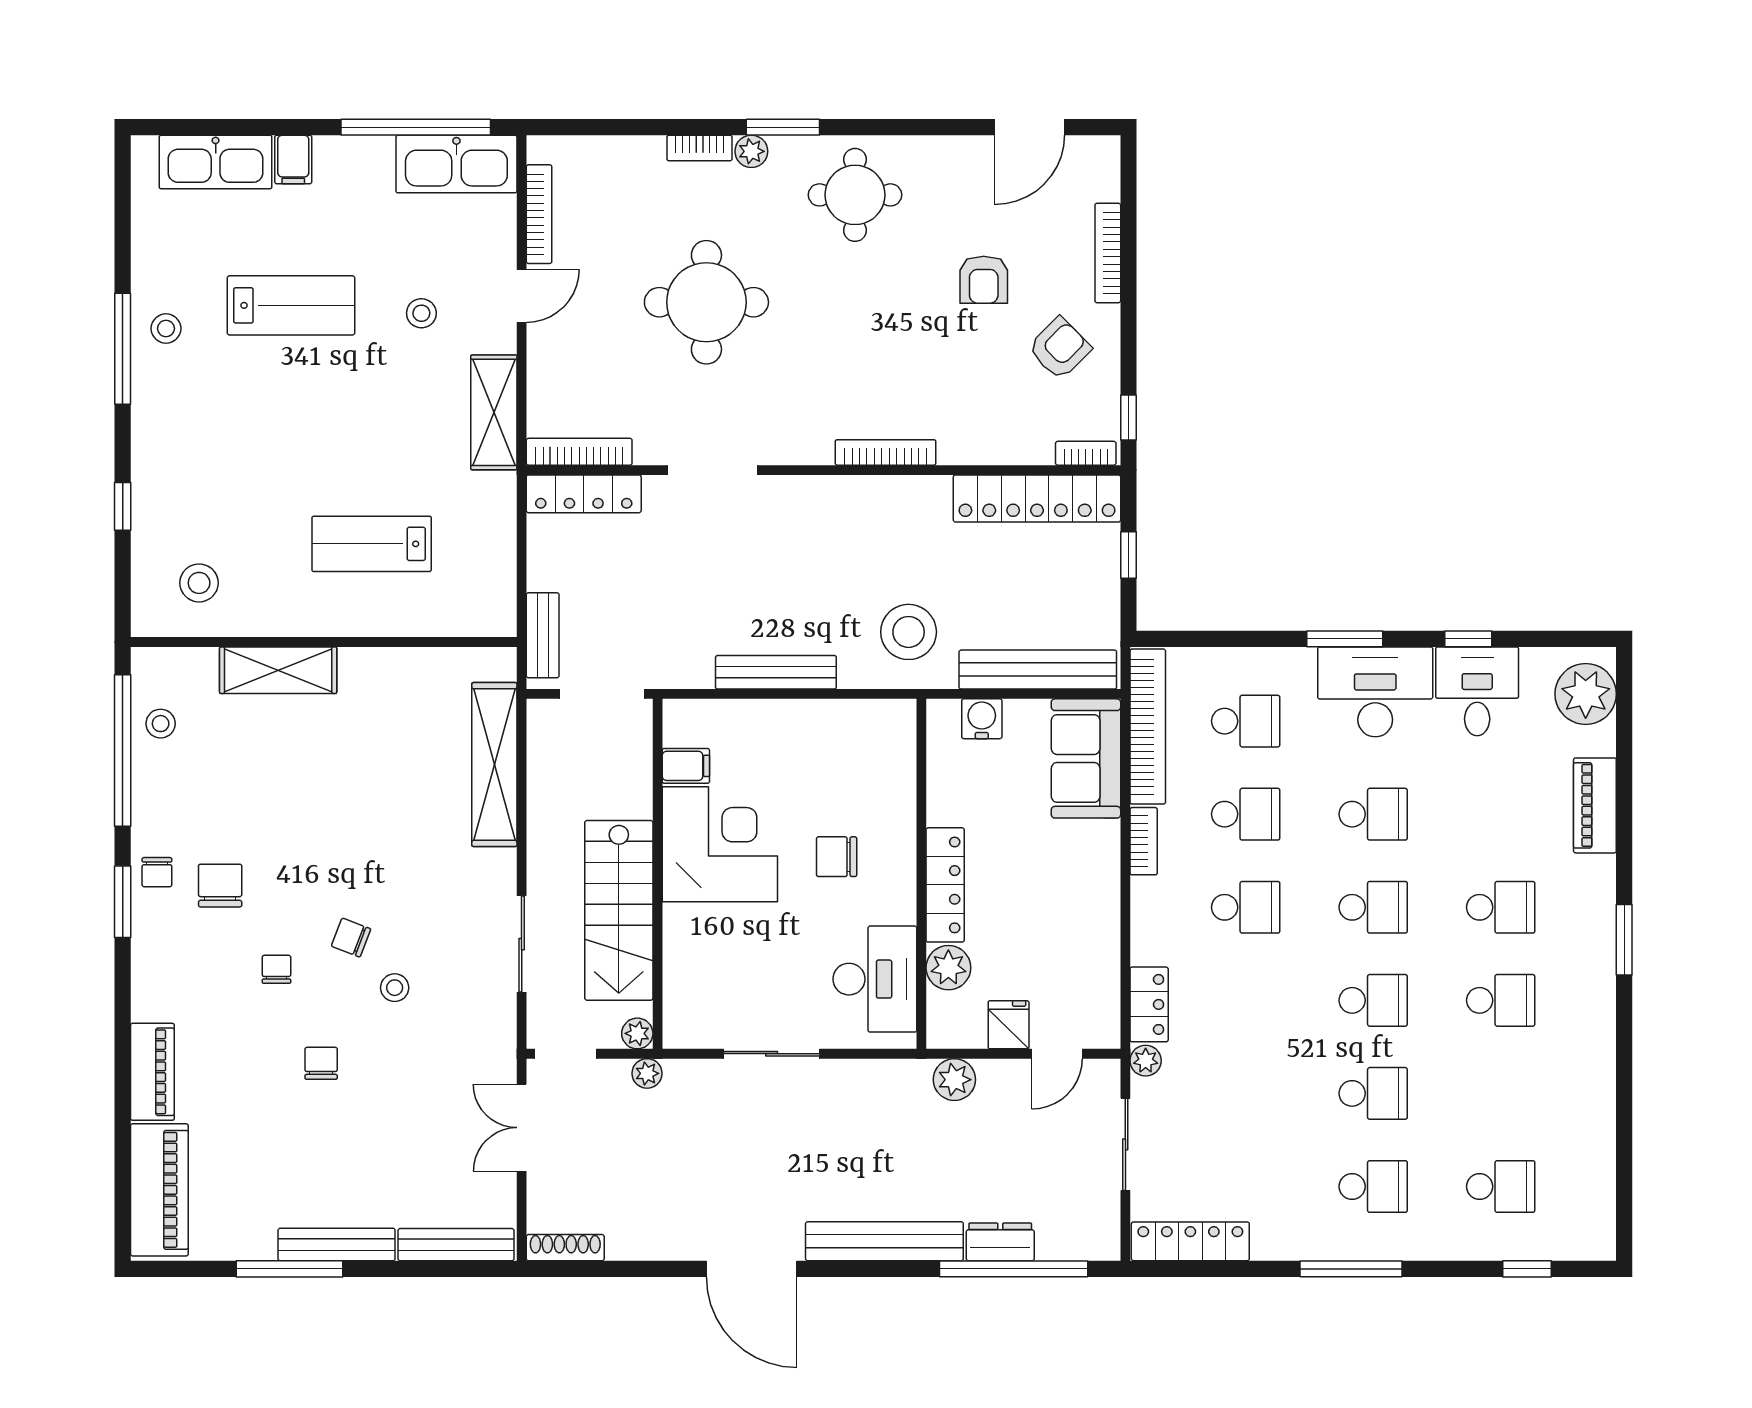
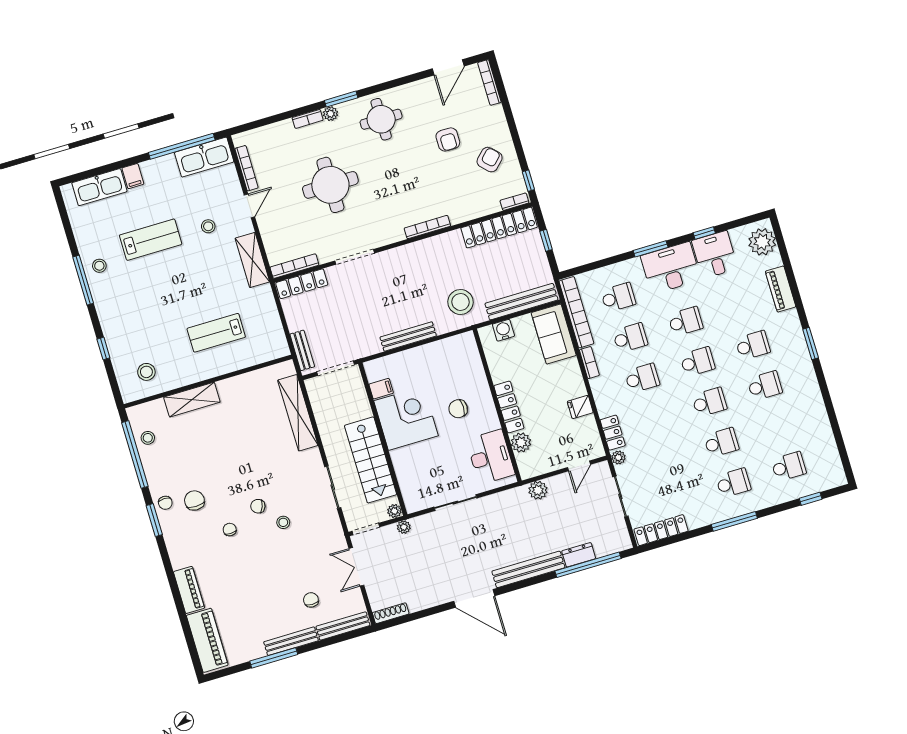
bookcase: (1108, 253) -> (489, 82), moved
fridge: (1009, 1025) -> (580, 407), moved, turned -90
chair: (321, 1063) -> (311, 600), moved

